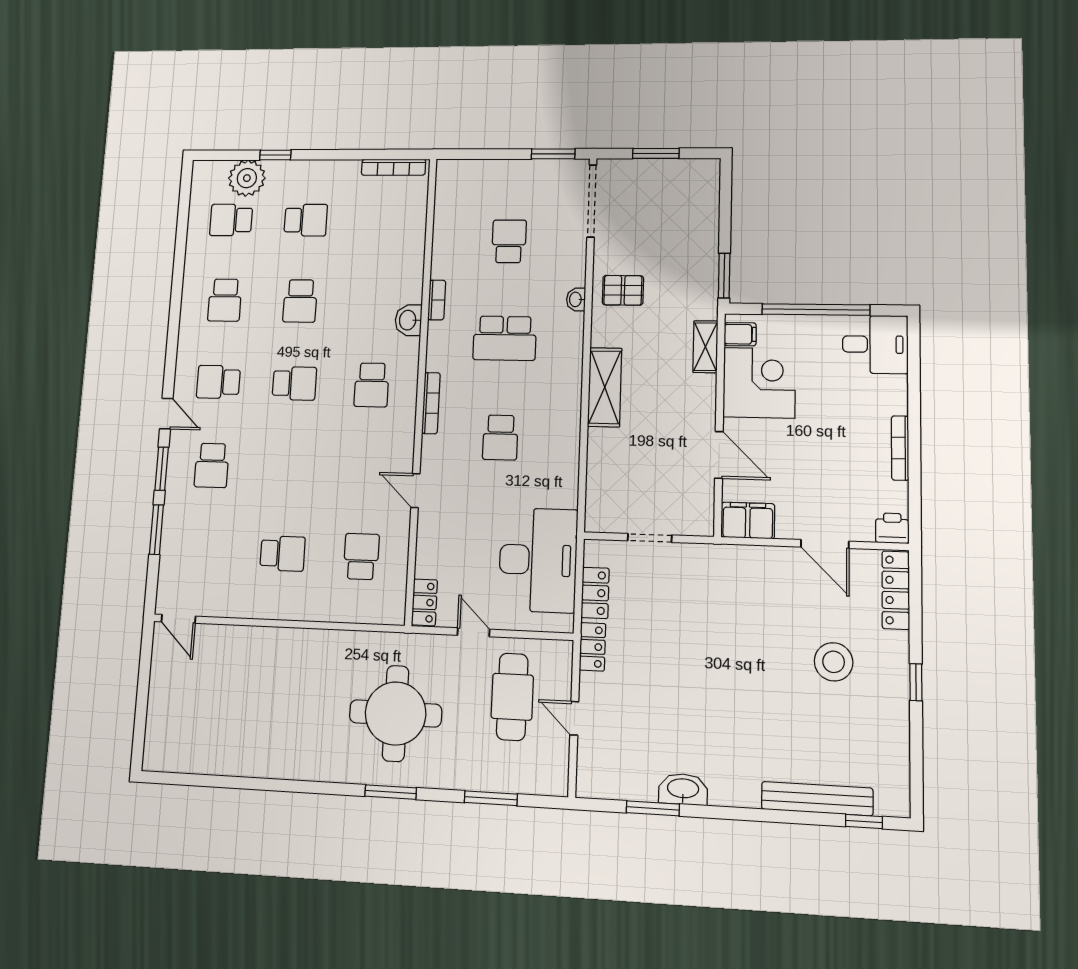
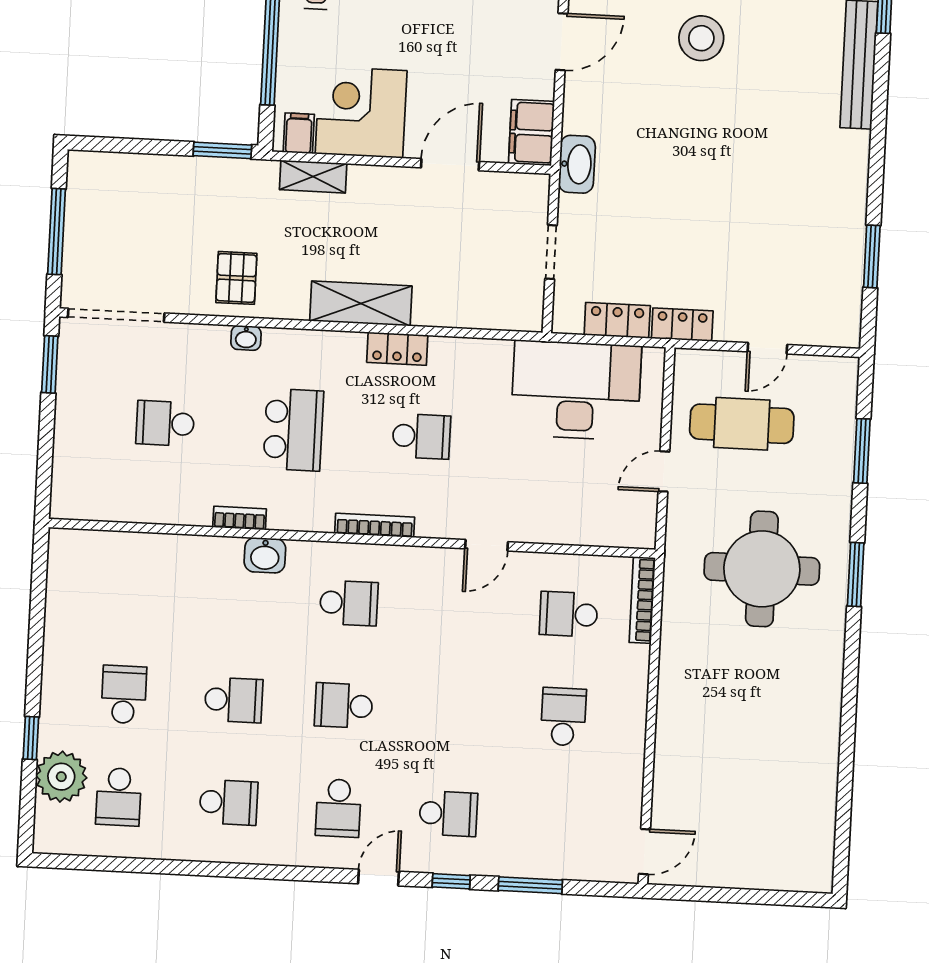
window: (656, 153) -> (57, 232), width x1.44
bookcase: (394, 167) -> (642, 600), moved, turned 180
school desk: (294, 383) -> (344, 706), turned -90
window: (162, 469) -> (451, 881), width x0.67
locker: (424, 602) -> (397, 349), moved, turned 180
washbasin: (683, 789) -> (577, 164), moved, turned 180

